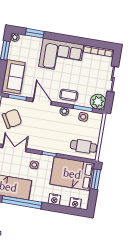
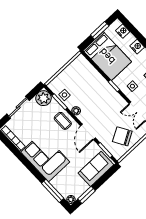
window: (35, 33) -> (53, 191), width x1.44
cafe table: (84, 146) -> (82, 71), removed
window: (96, 179) -> (100, 30), moved

